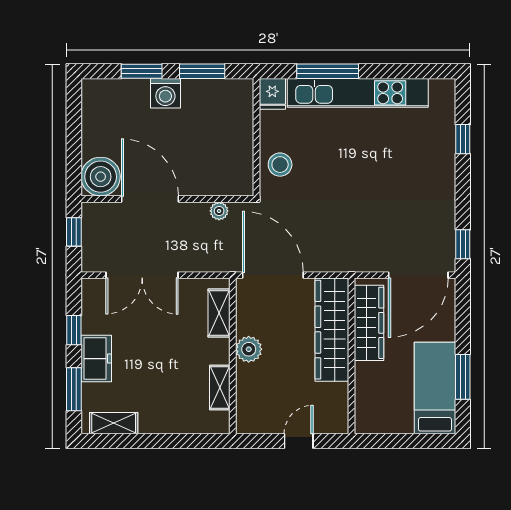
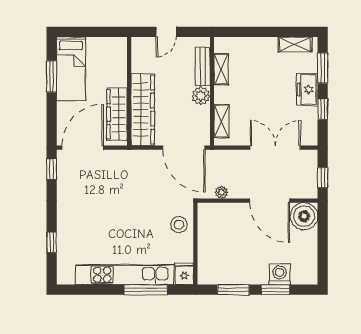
washing machine: (165, 93) -> (280, 274), moved
bench: (246, 392) -> (203, 66), added

